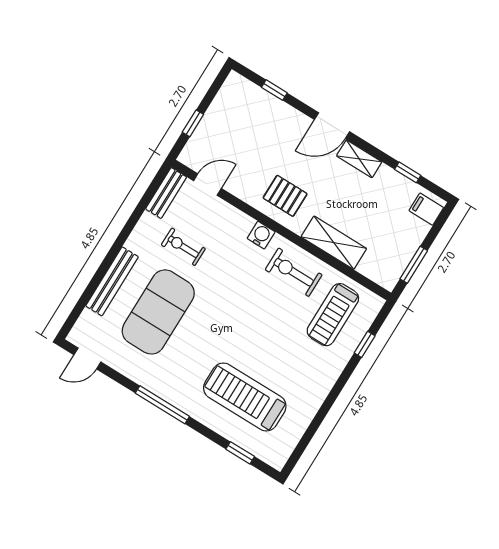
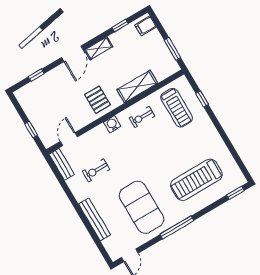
pallet: (285, 196) -> (97, 100), turned 90
exercise bike: (294, 272) -> (142, 117), width x0.73, depth x0.72
exercise mat: (158, 312) -> (142, 207), moved
window: (240, 453) -> (235, 193), moved

